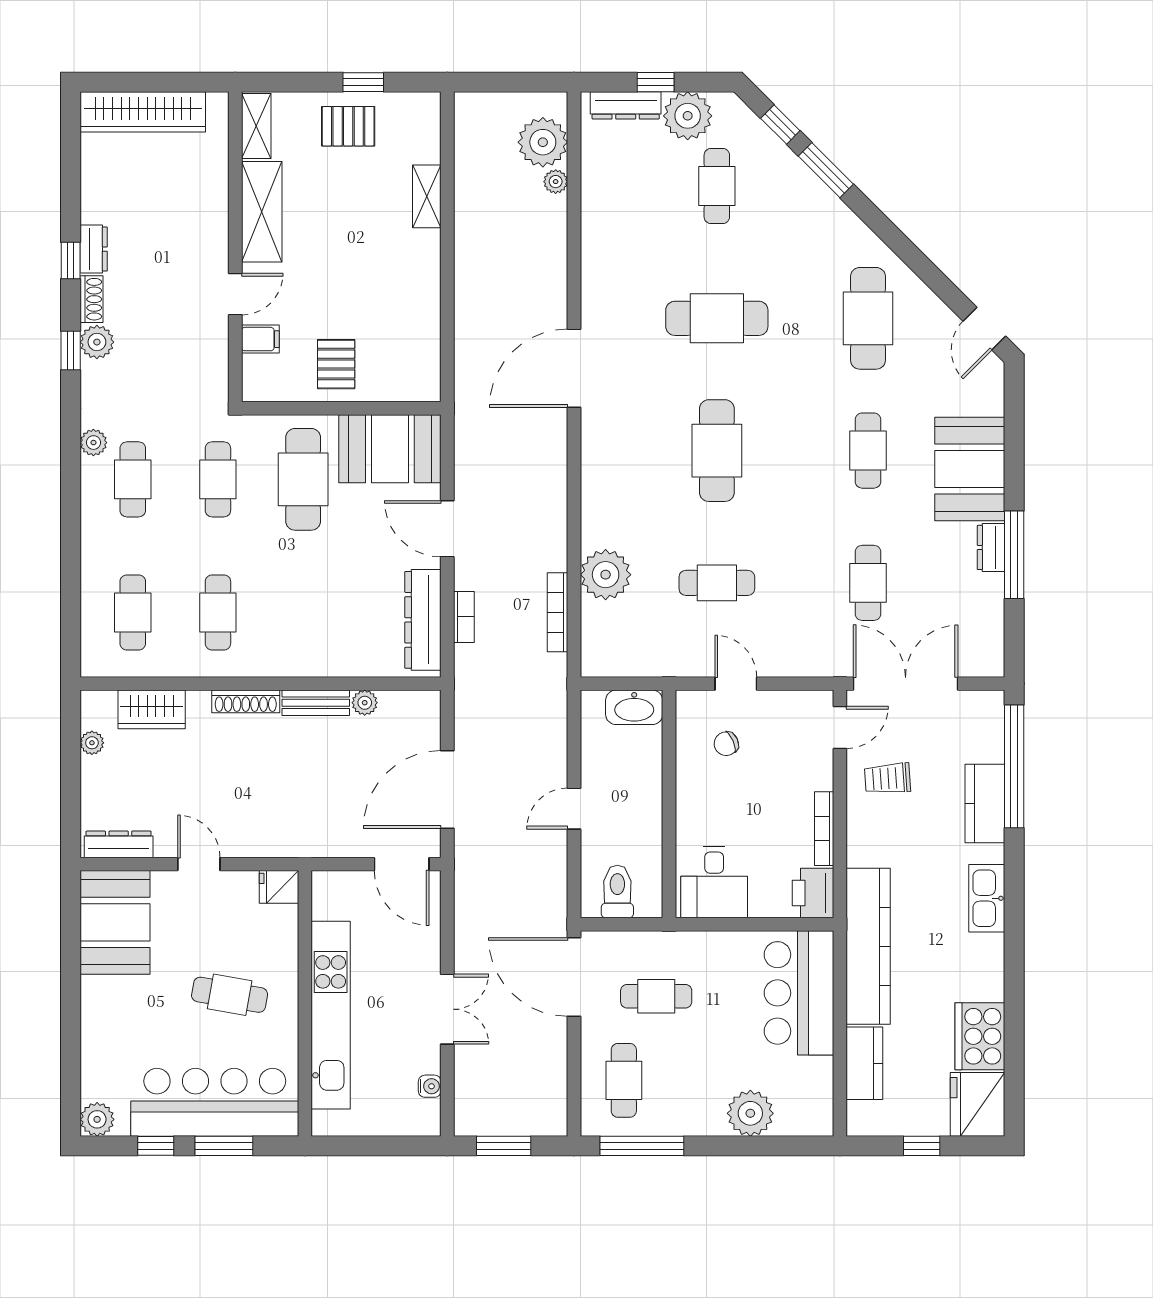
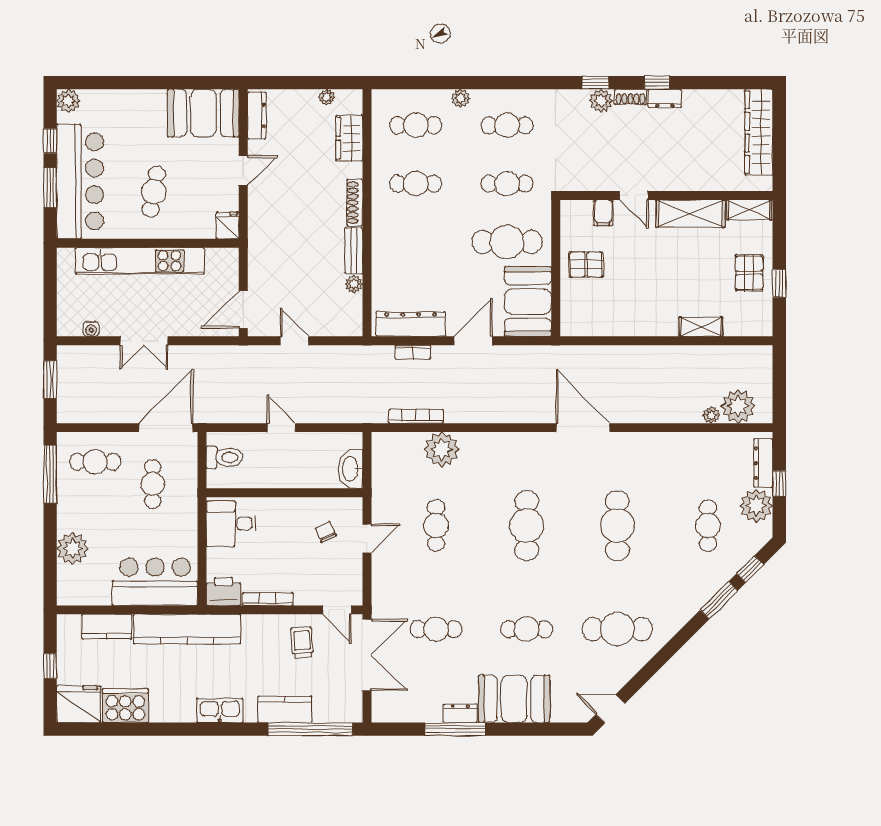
cafe table: (717, 186) -> (708, 526), turned 90
plant: (93, 443) -> (460, 98), moved
cafe table: (717, 451) -> (527, 526), turned 90
door: (447, 790) -> (294, 341), width x0.53

